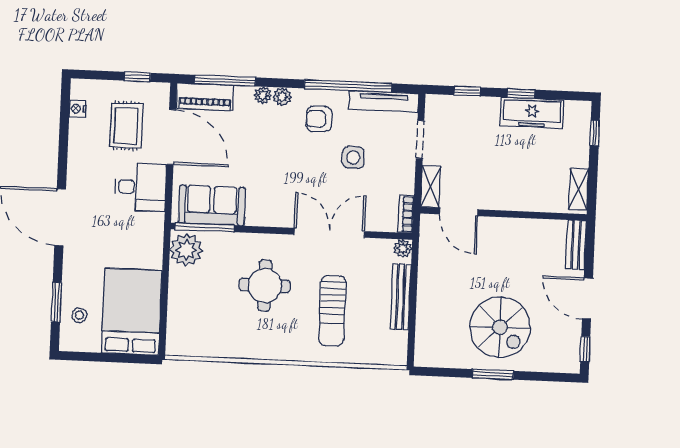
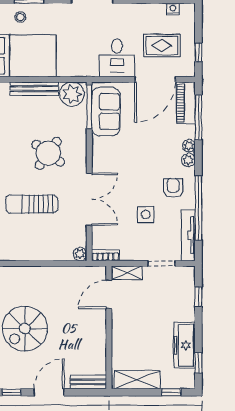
window: (521, 94) -> (198, 363), moved
shelving: (578, 189) -> (137, 380), width x1.50, depth x1.33
round table: (265, 285) -> (48, 153), turned 36
bench: (401, 297) -> (34, 89), moved

